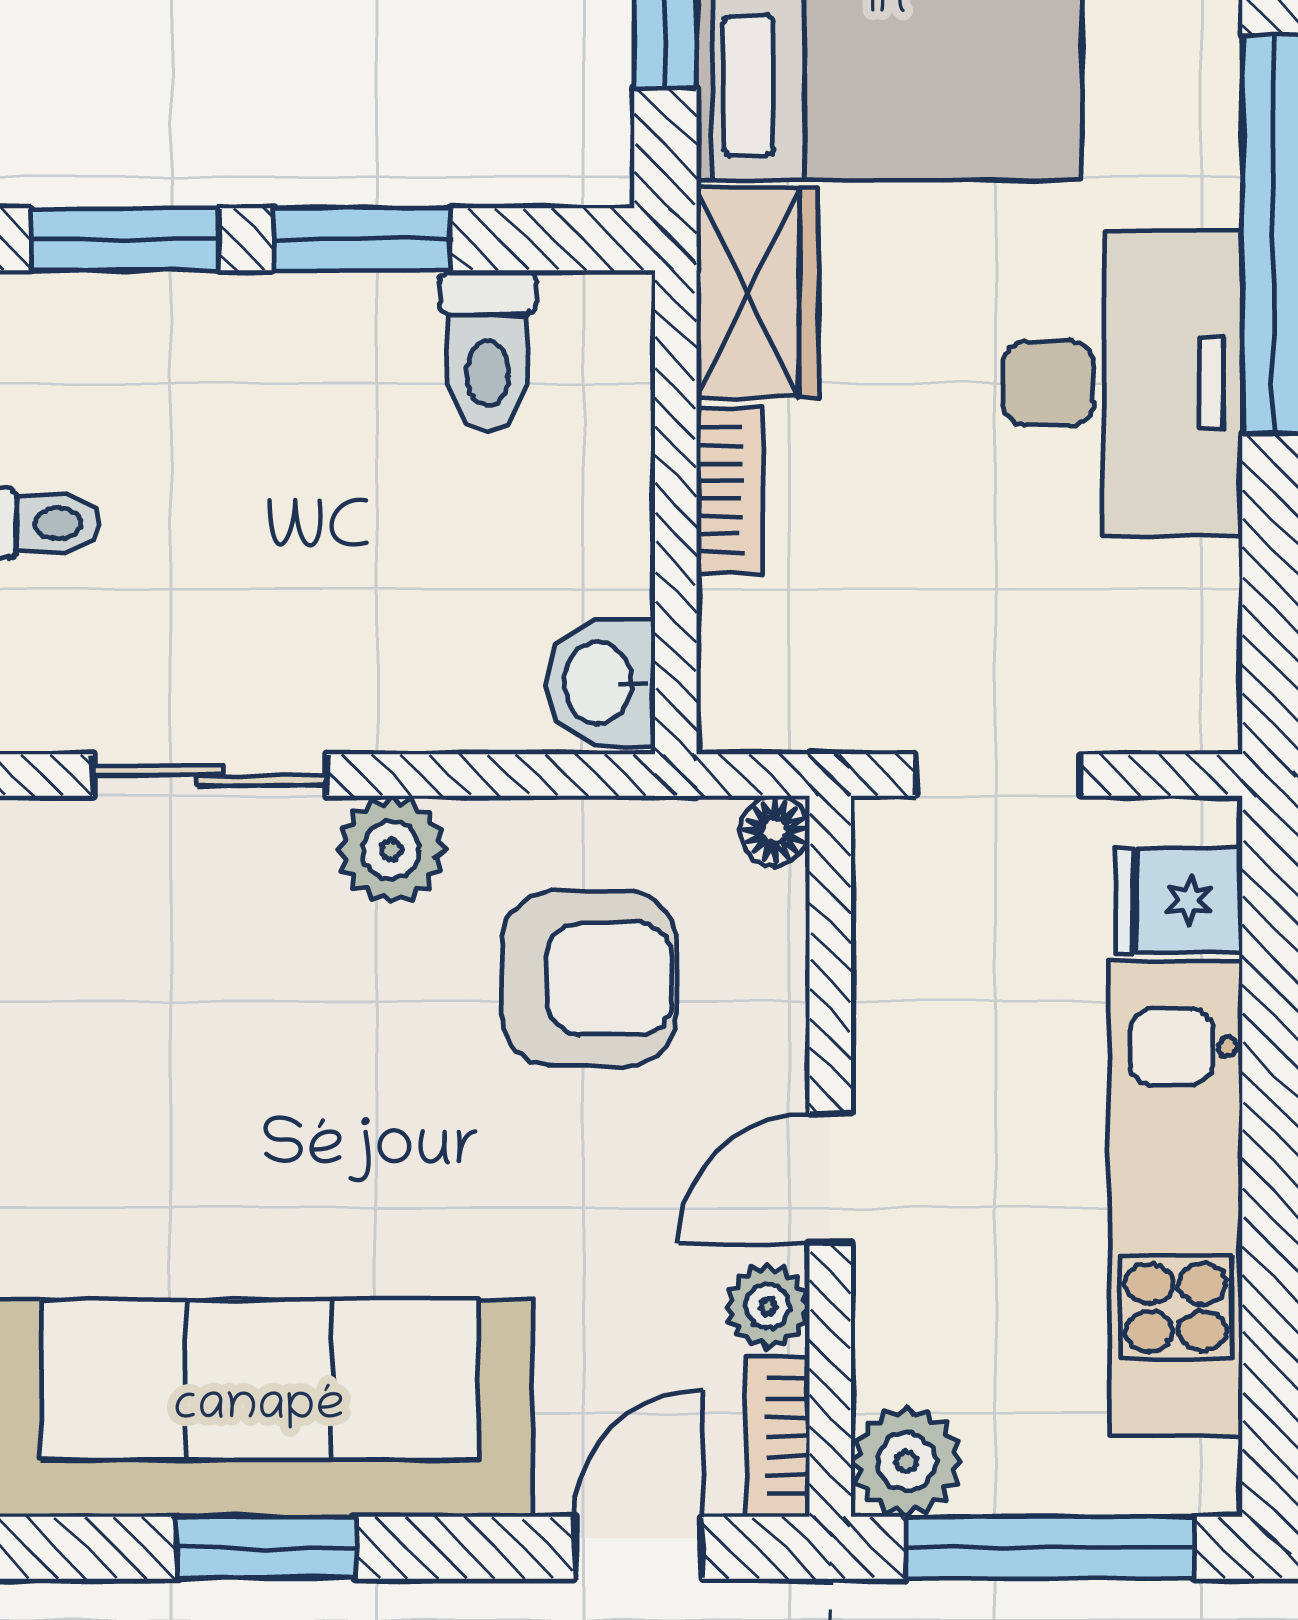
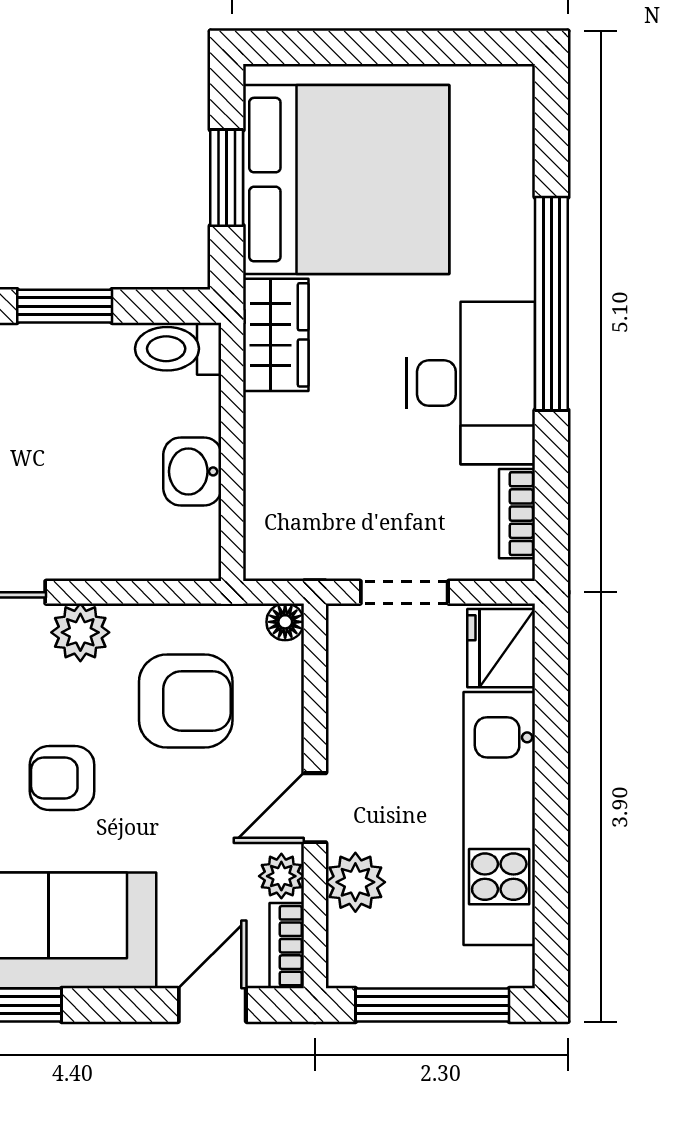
toilet: (487, 351) -> (178, 349), moved, turned 90
bookcase: (730, 490) -> (517, 514), moved, turned 180
washbasin: (601, 683) -> (192, 471), moved
fridge: (1179, 900) -> (501, 648), width x1.38
armchair: (357, 1123) -> (62, 778), added
plant: (906, 1461) -> (355, 882), moved

